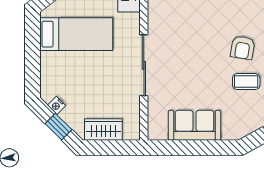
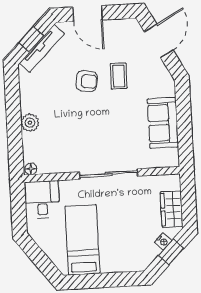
nightstand: (57, 105) -> (163, 241), moved

